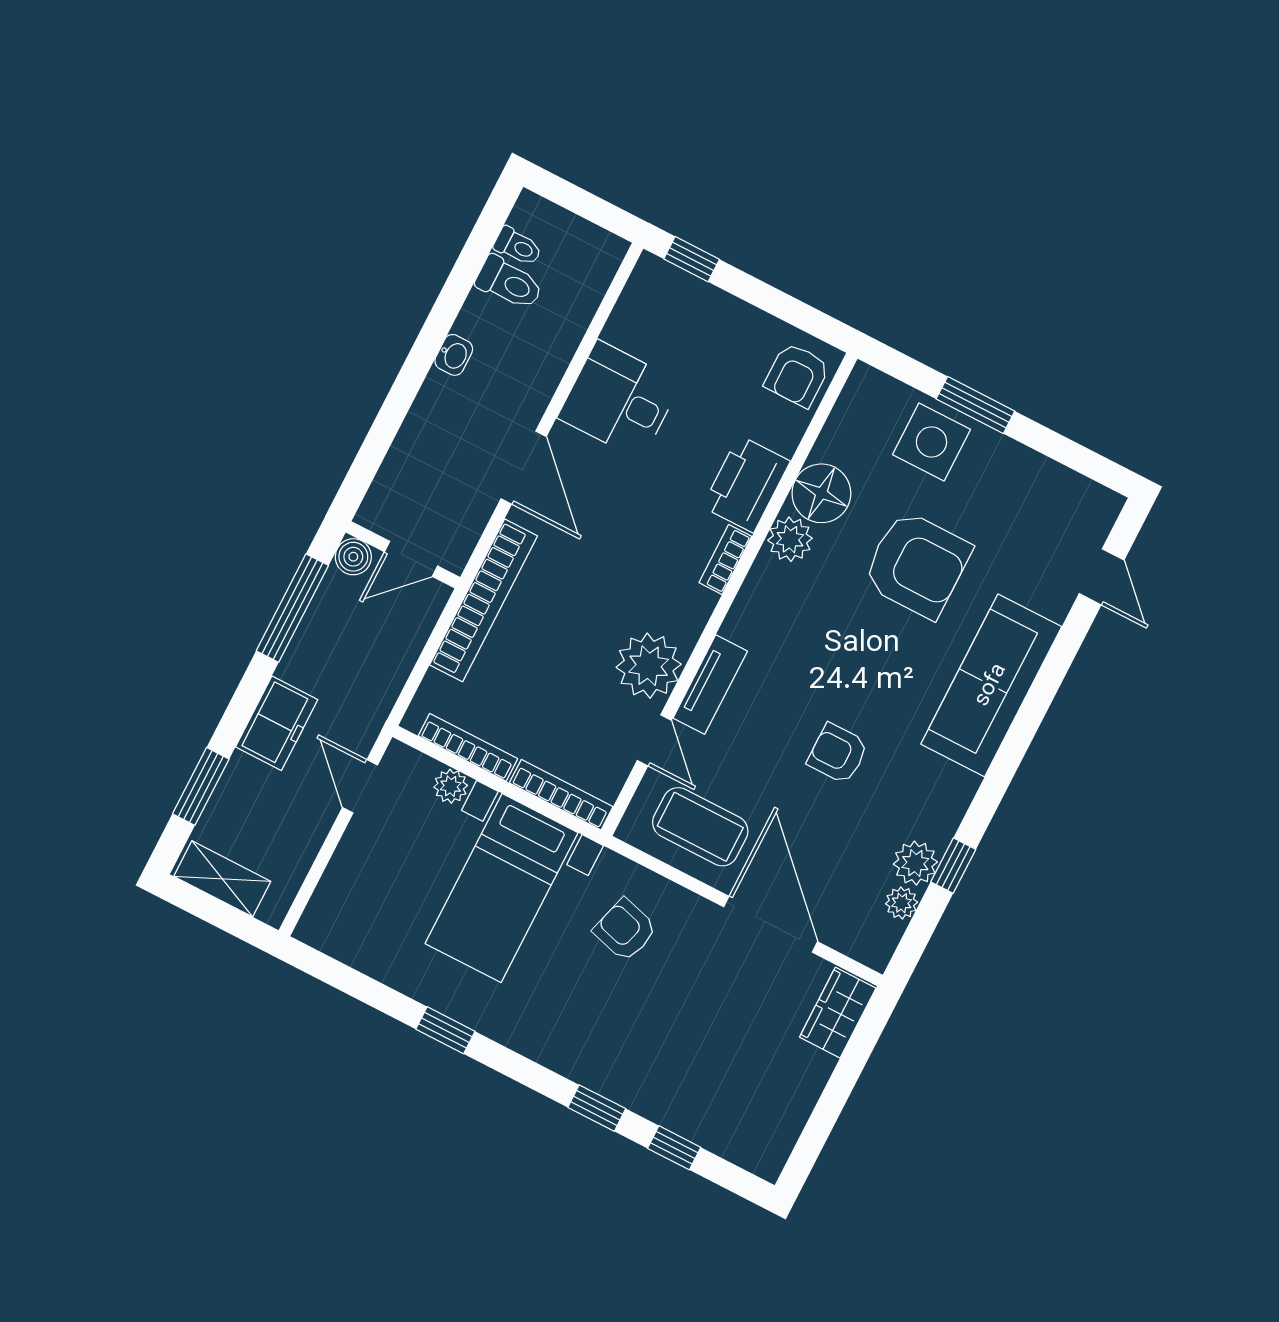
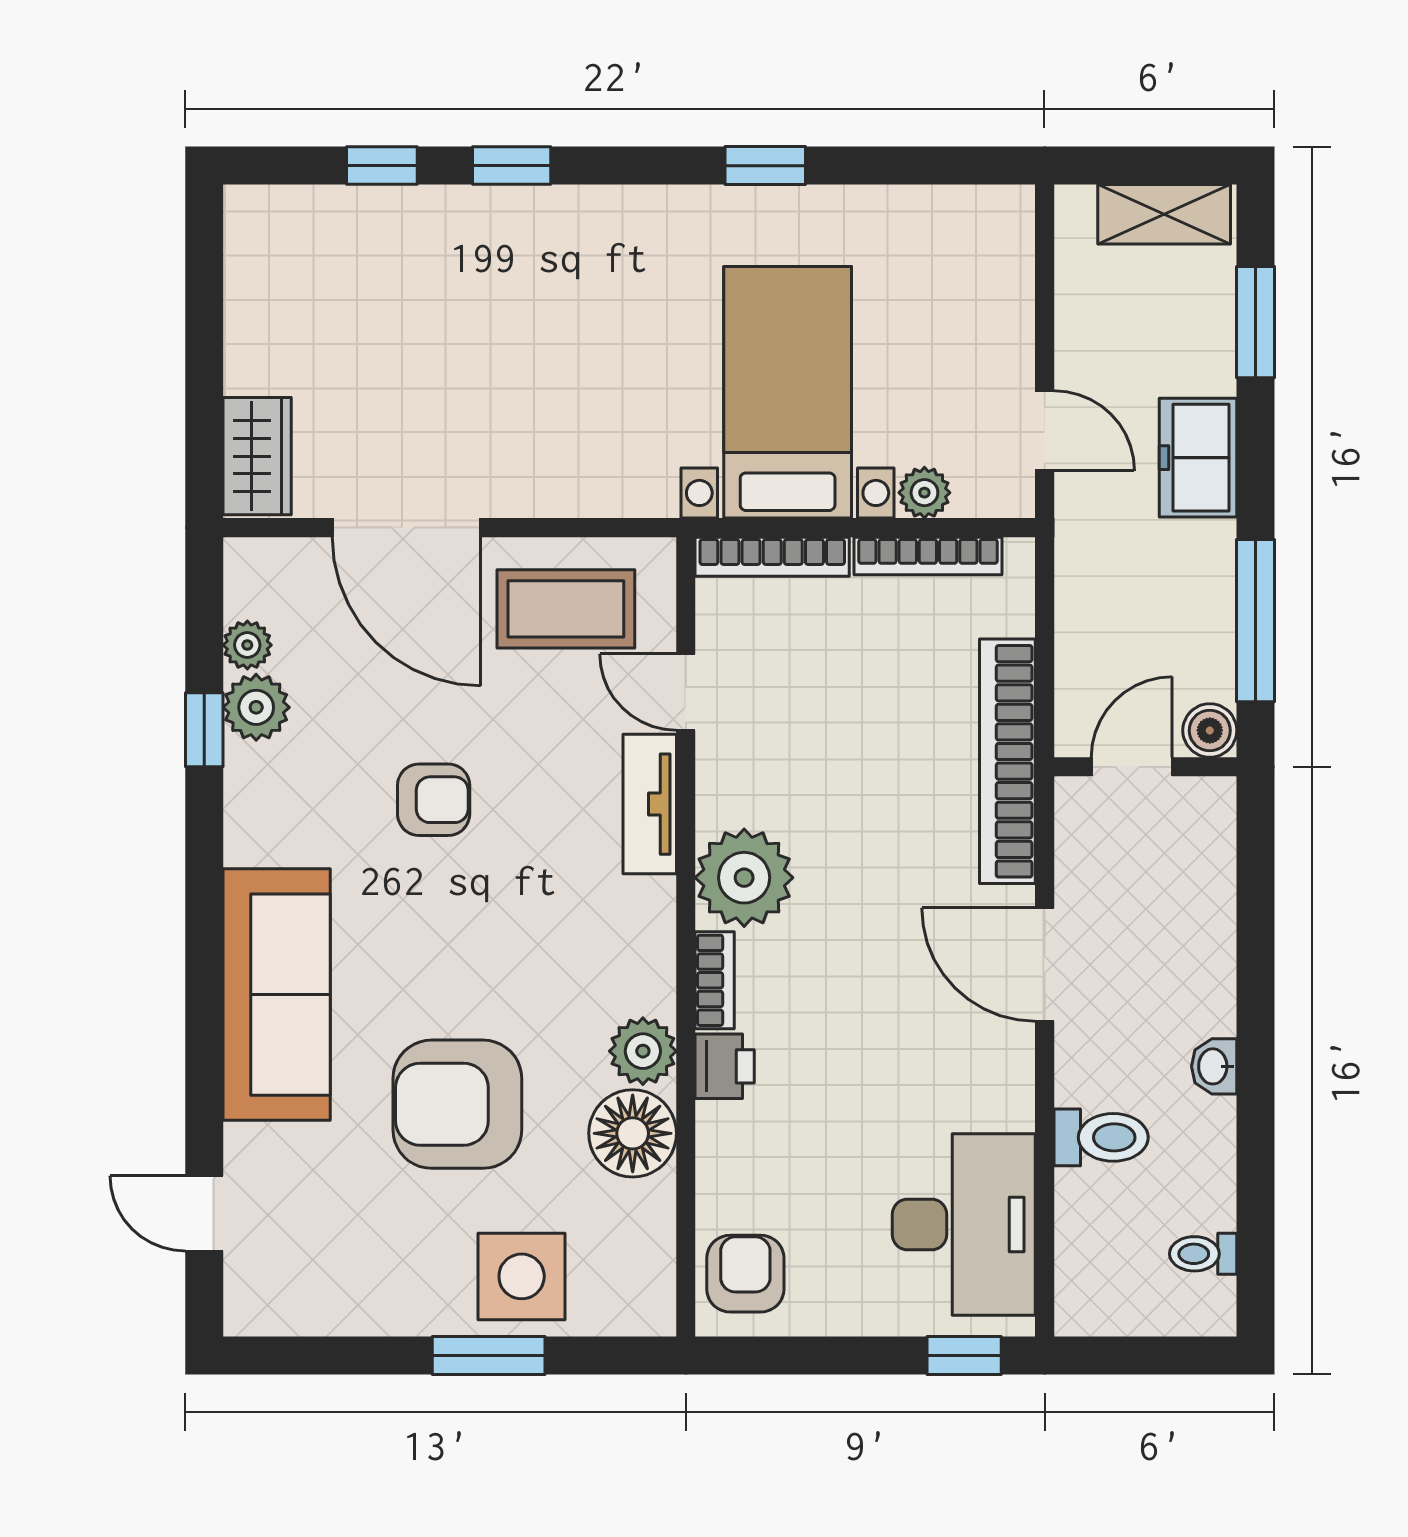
toilet: (509, 283) -> (1101, 1137), moved, turned 180
desk: (619, 400) -> (964, 1225), moved, width x1.37
printer: (746, 484) -> (725, 1066), width x0.53, depth x0.68
plant: (649, 666) -> (744, 878), moved
armchair: (625, 930) -> (595, 421), removed

